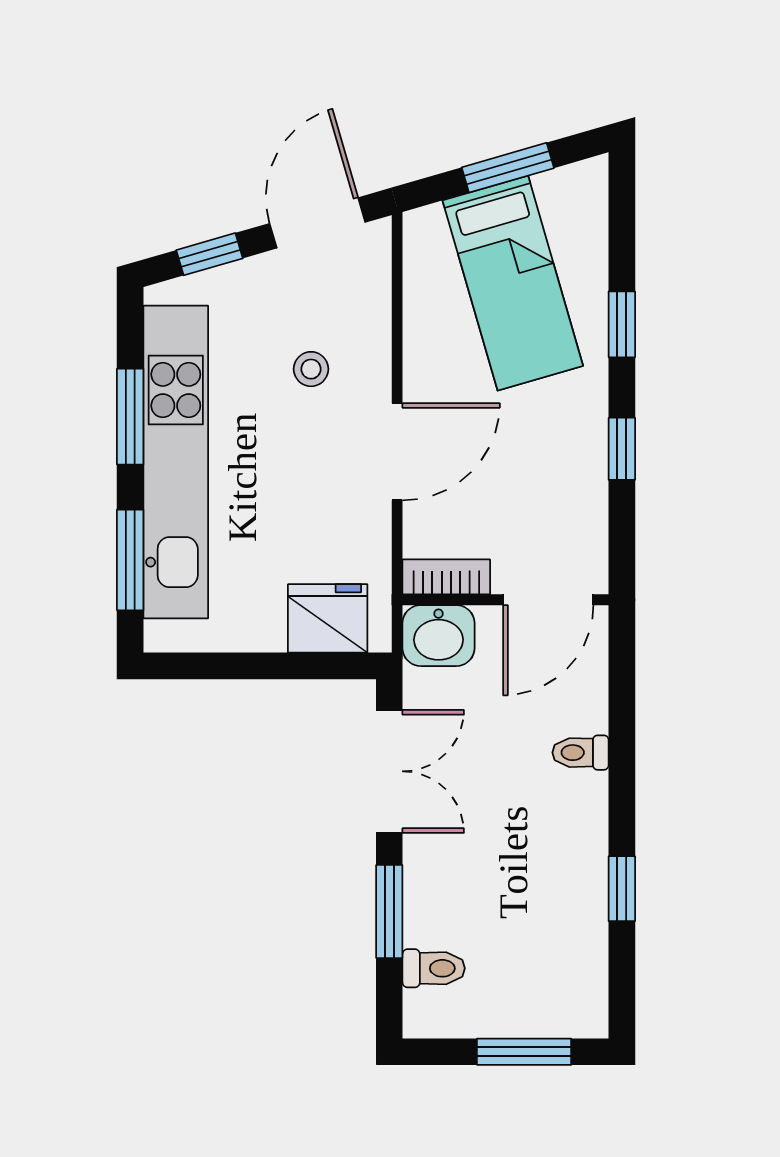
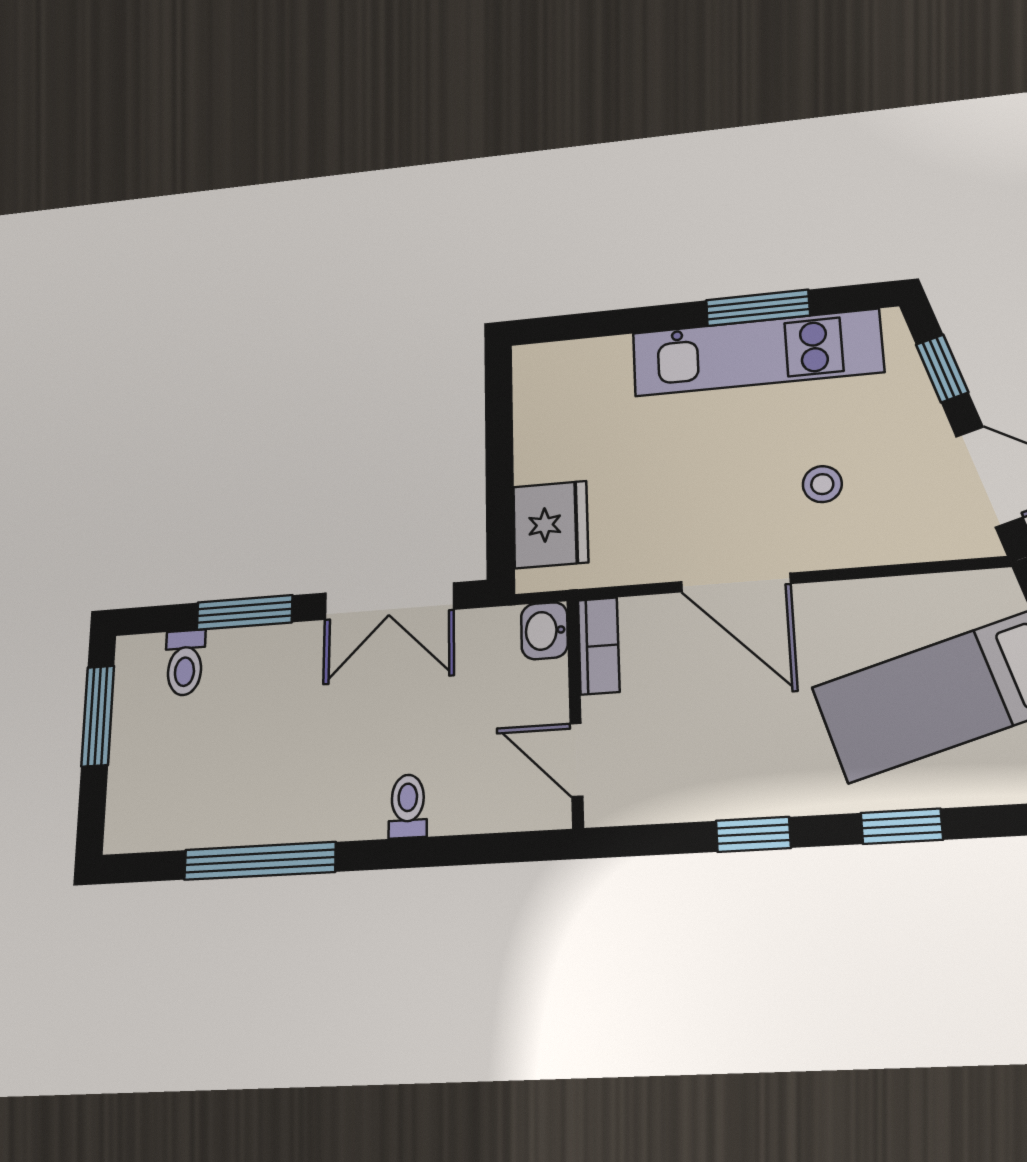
kitchen unit: (176, 462) -> (757, 353), width x0.73
window: (130, 560) -> (607, 323), removed
door: (548, 600) -> (576, 760), width x0.73
washbasin: (438, 636) -> (544, 631), width x0.72, depth x0.69
window: (622, 889) -> (260, 861), width x2.17
window: (524, 1052) -> (98, 716), moved

